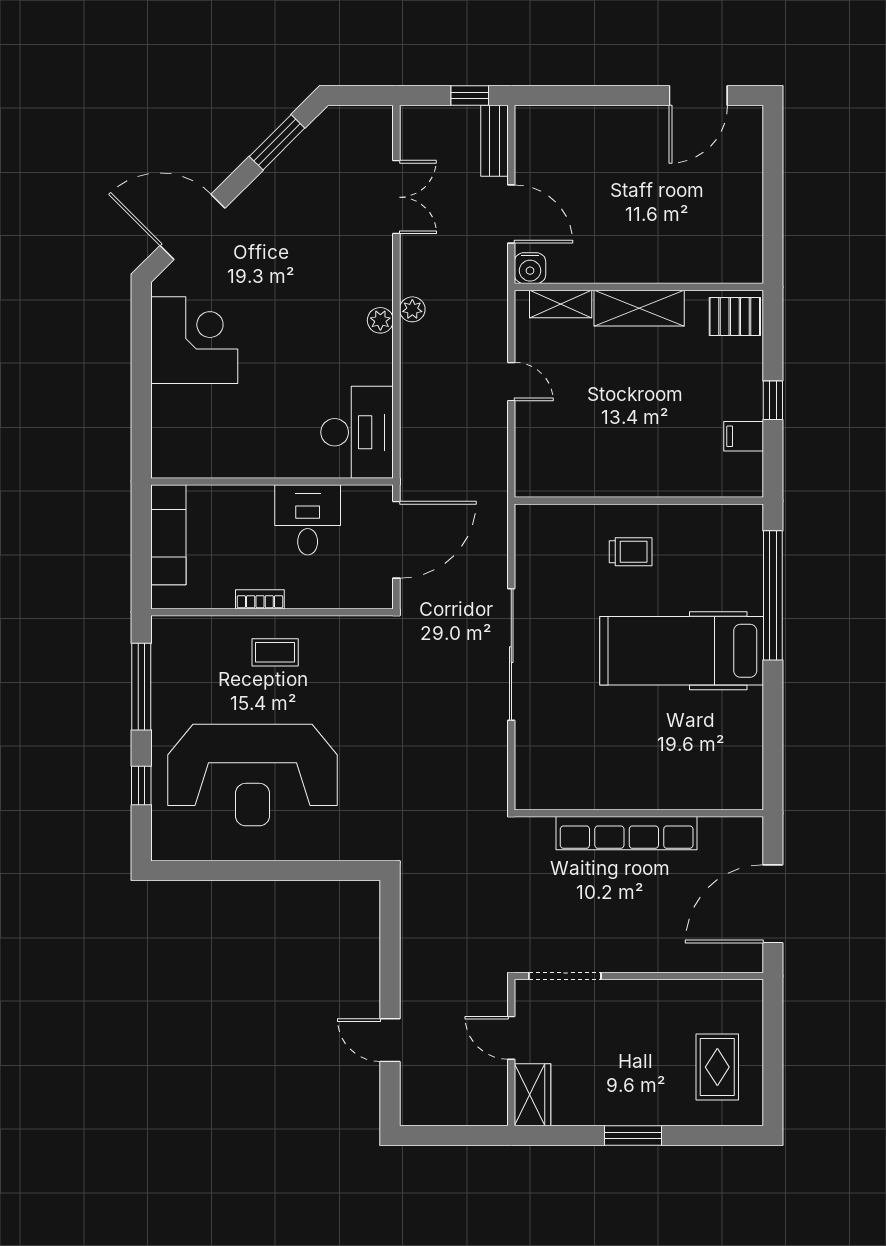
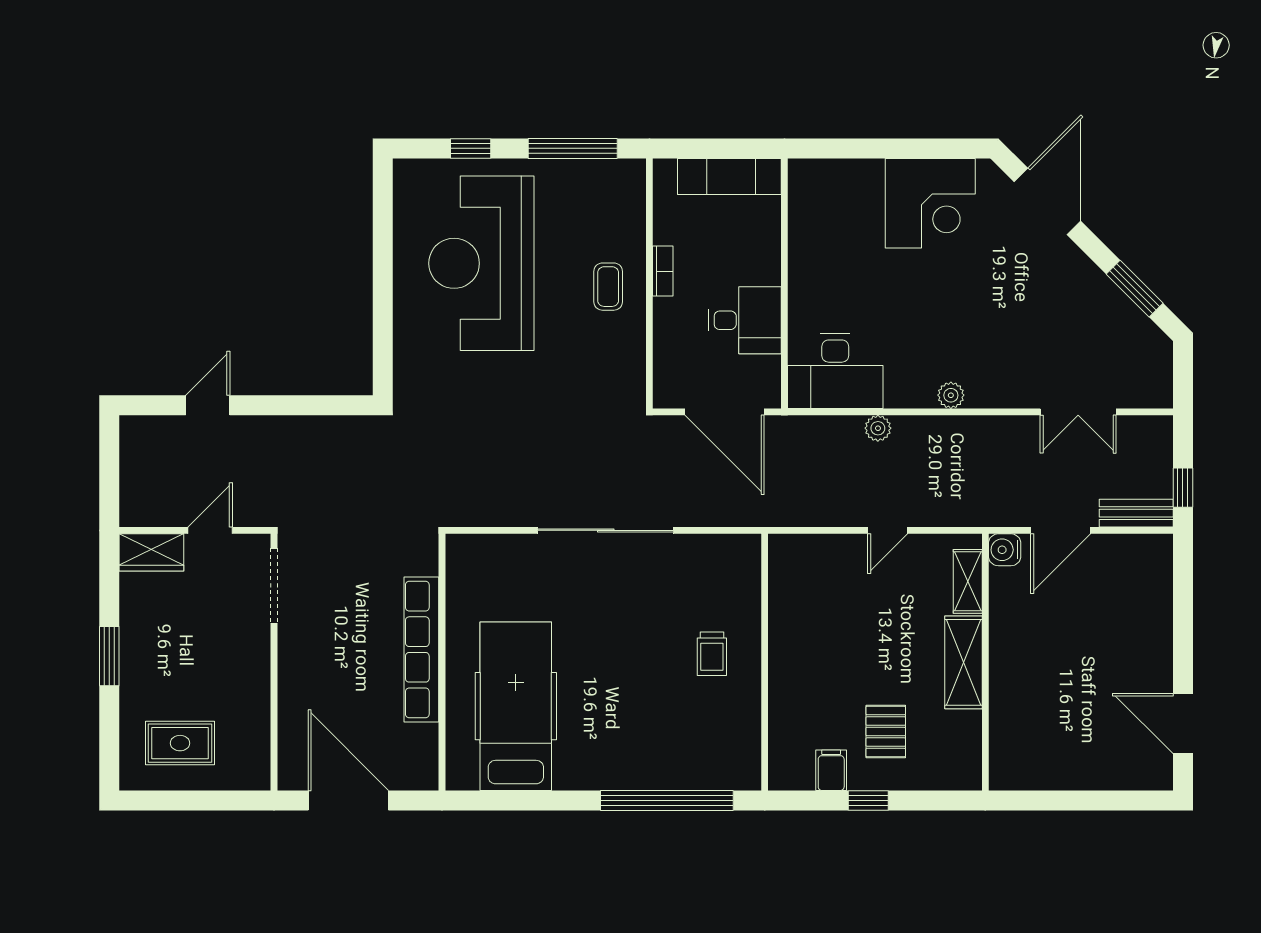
plant: (412, 309) -> (878, 428), moved
pallet: (735, 317) -> (886, 732), moved
hospital bed: (682, 651) -> (516, 706), moved

